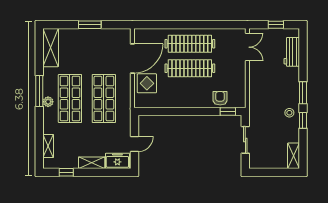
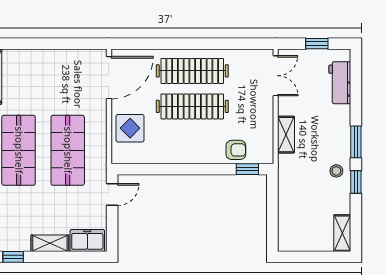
window: (90, 25) -> (47, 44), removed
door: (132, 58) -> (109, 78), moved
shelving: (255, 88) -> (286, 135), added
armchair: (220, 98) -> (236, 150), turned 90
sliding door: (245, 140) -> (272, 210), removed
door: (135, 144) -> (112, 195), moved

